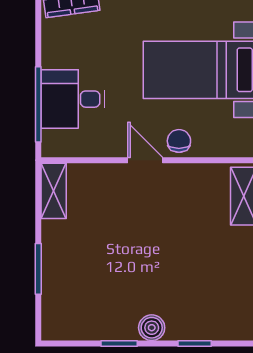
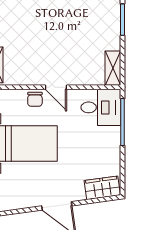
desk: (73, 99) -> (101, 107), moved

